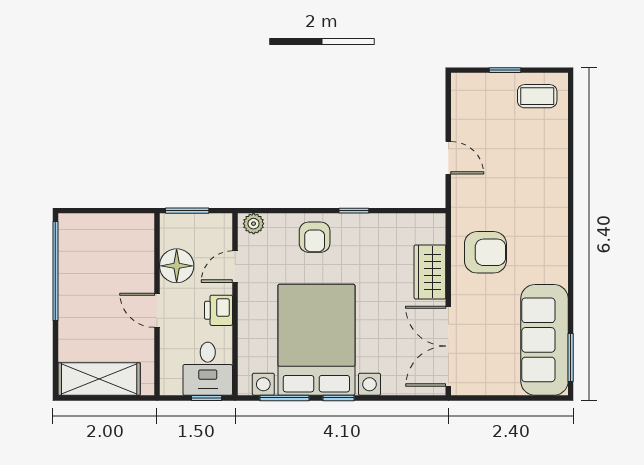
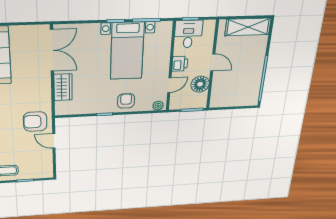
armchair: (485, 252) -> (35, 122), moved
bed with nightstands: (316, 340) -> (127, 51), width x0.73

